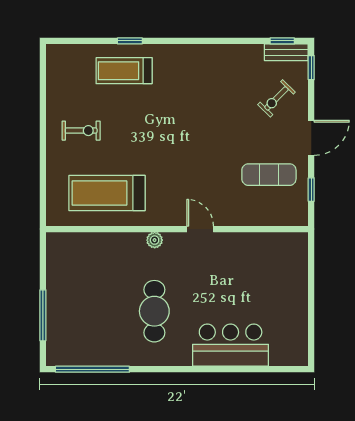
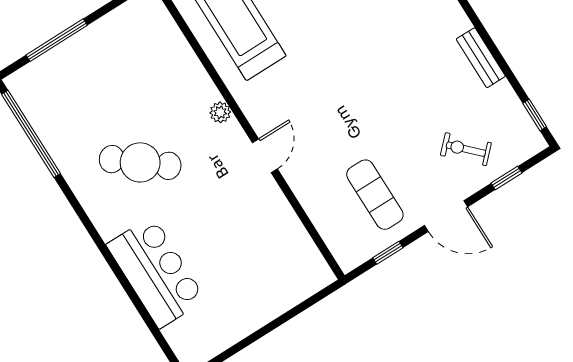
bench: (286, 52) -> (481, 58), moved
window: (311, 68) -> (506, 178), moved
cafe table: (154, 311) -> (140, 162), turned 39

